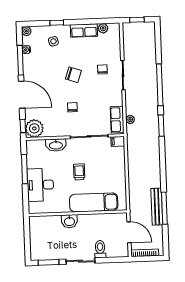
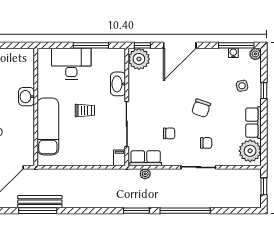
plant: (103, 28) -> (250, 151), width x1.88, depth x1.88
window: (20, 60) -> (236, 45), moved
chair: (72, 107) -> (169, 133), moved

